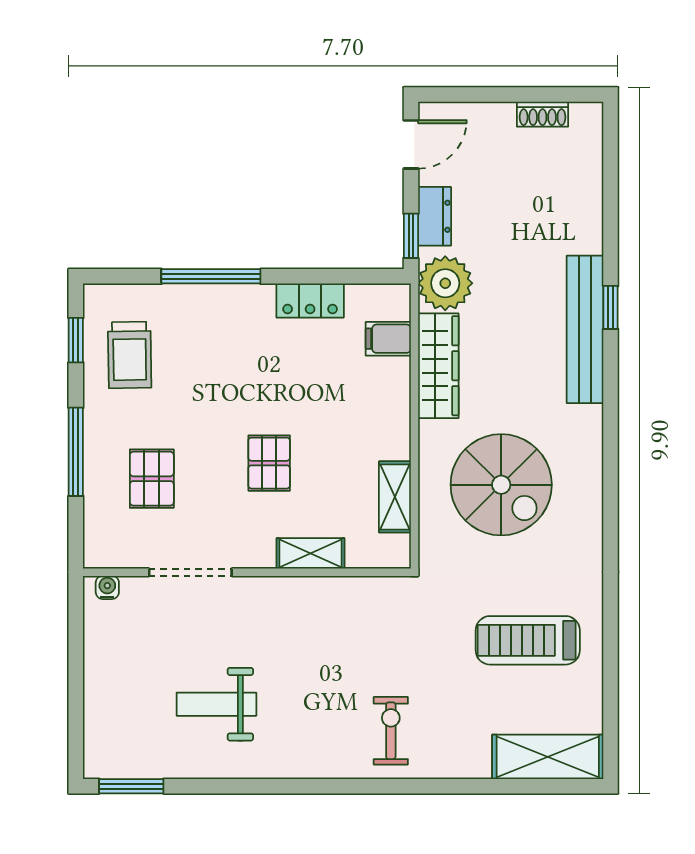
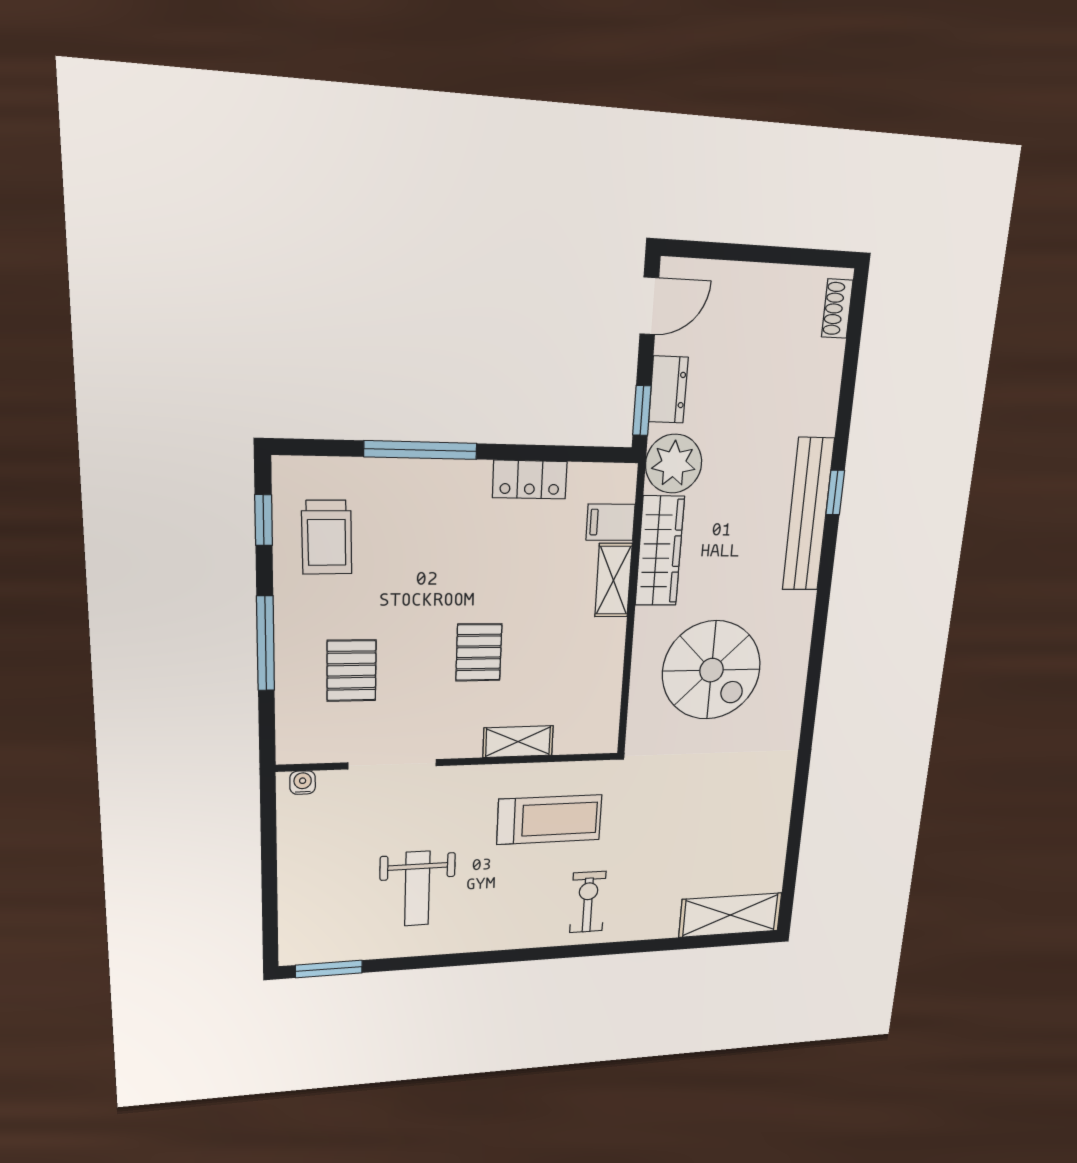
shoe rack: (543, 114) -> (837, 309), moved, turned 90
shelving: (395, 497) -> (613, 580), moved
treadmill: (528, 640) -> (549, 819), moved, turned 180
weight bench: (216, 704) -> (417, 889), turned -90

